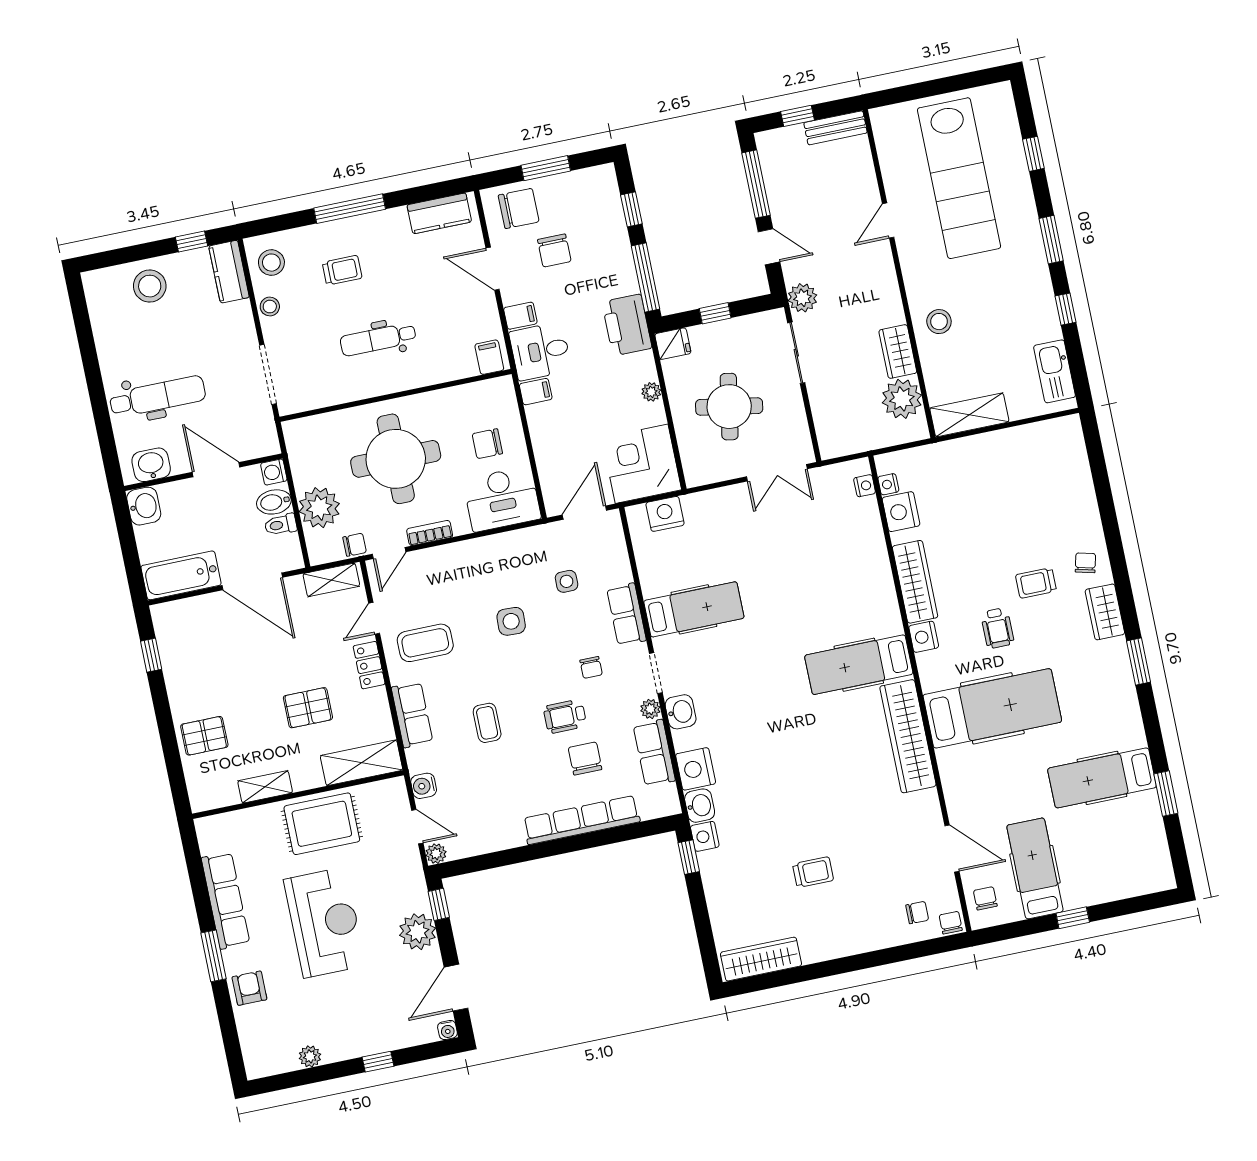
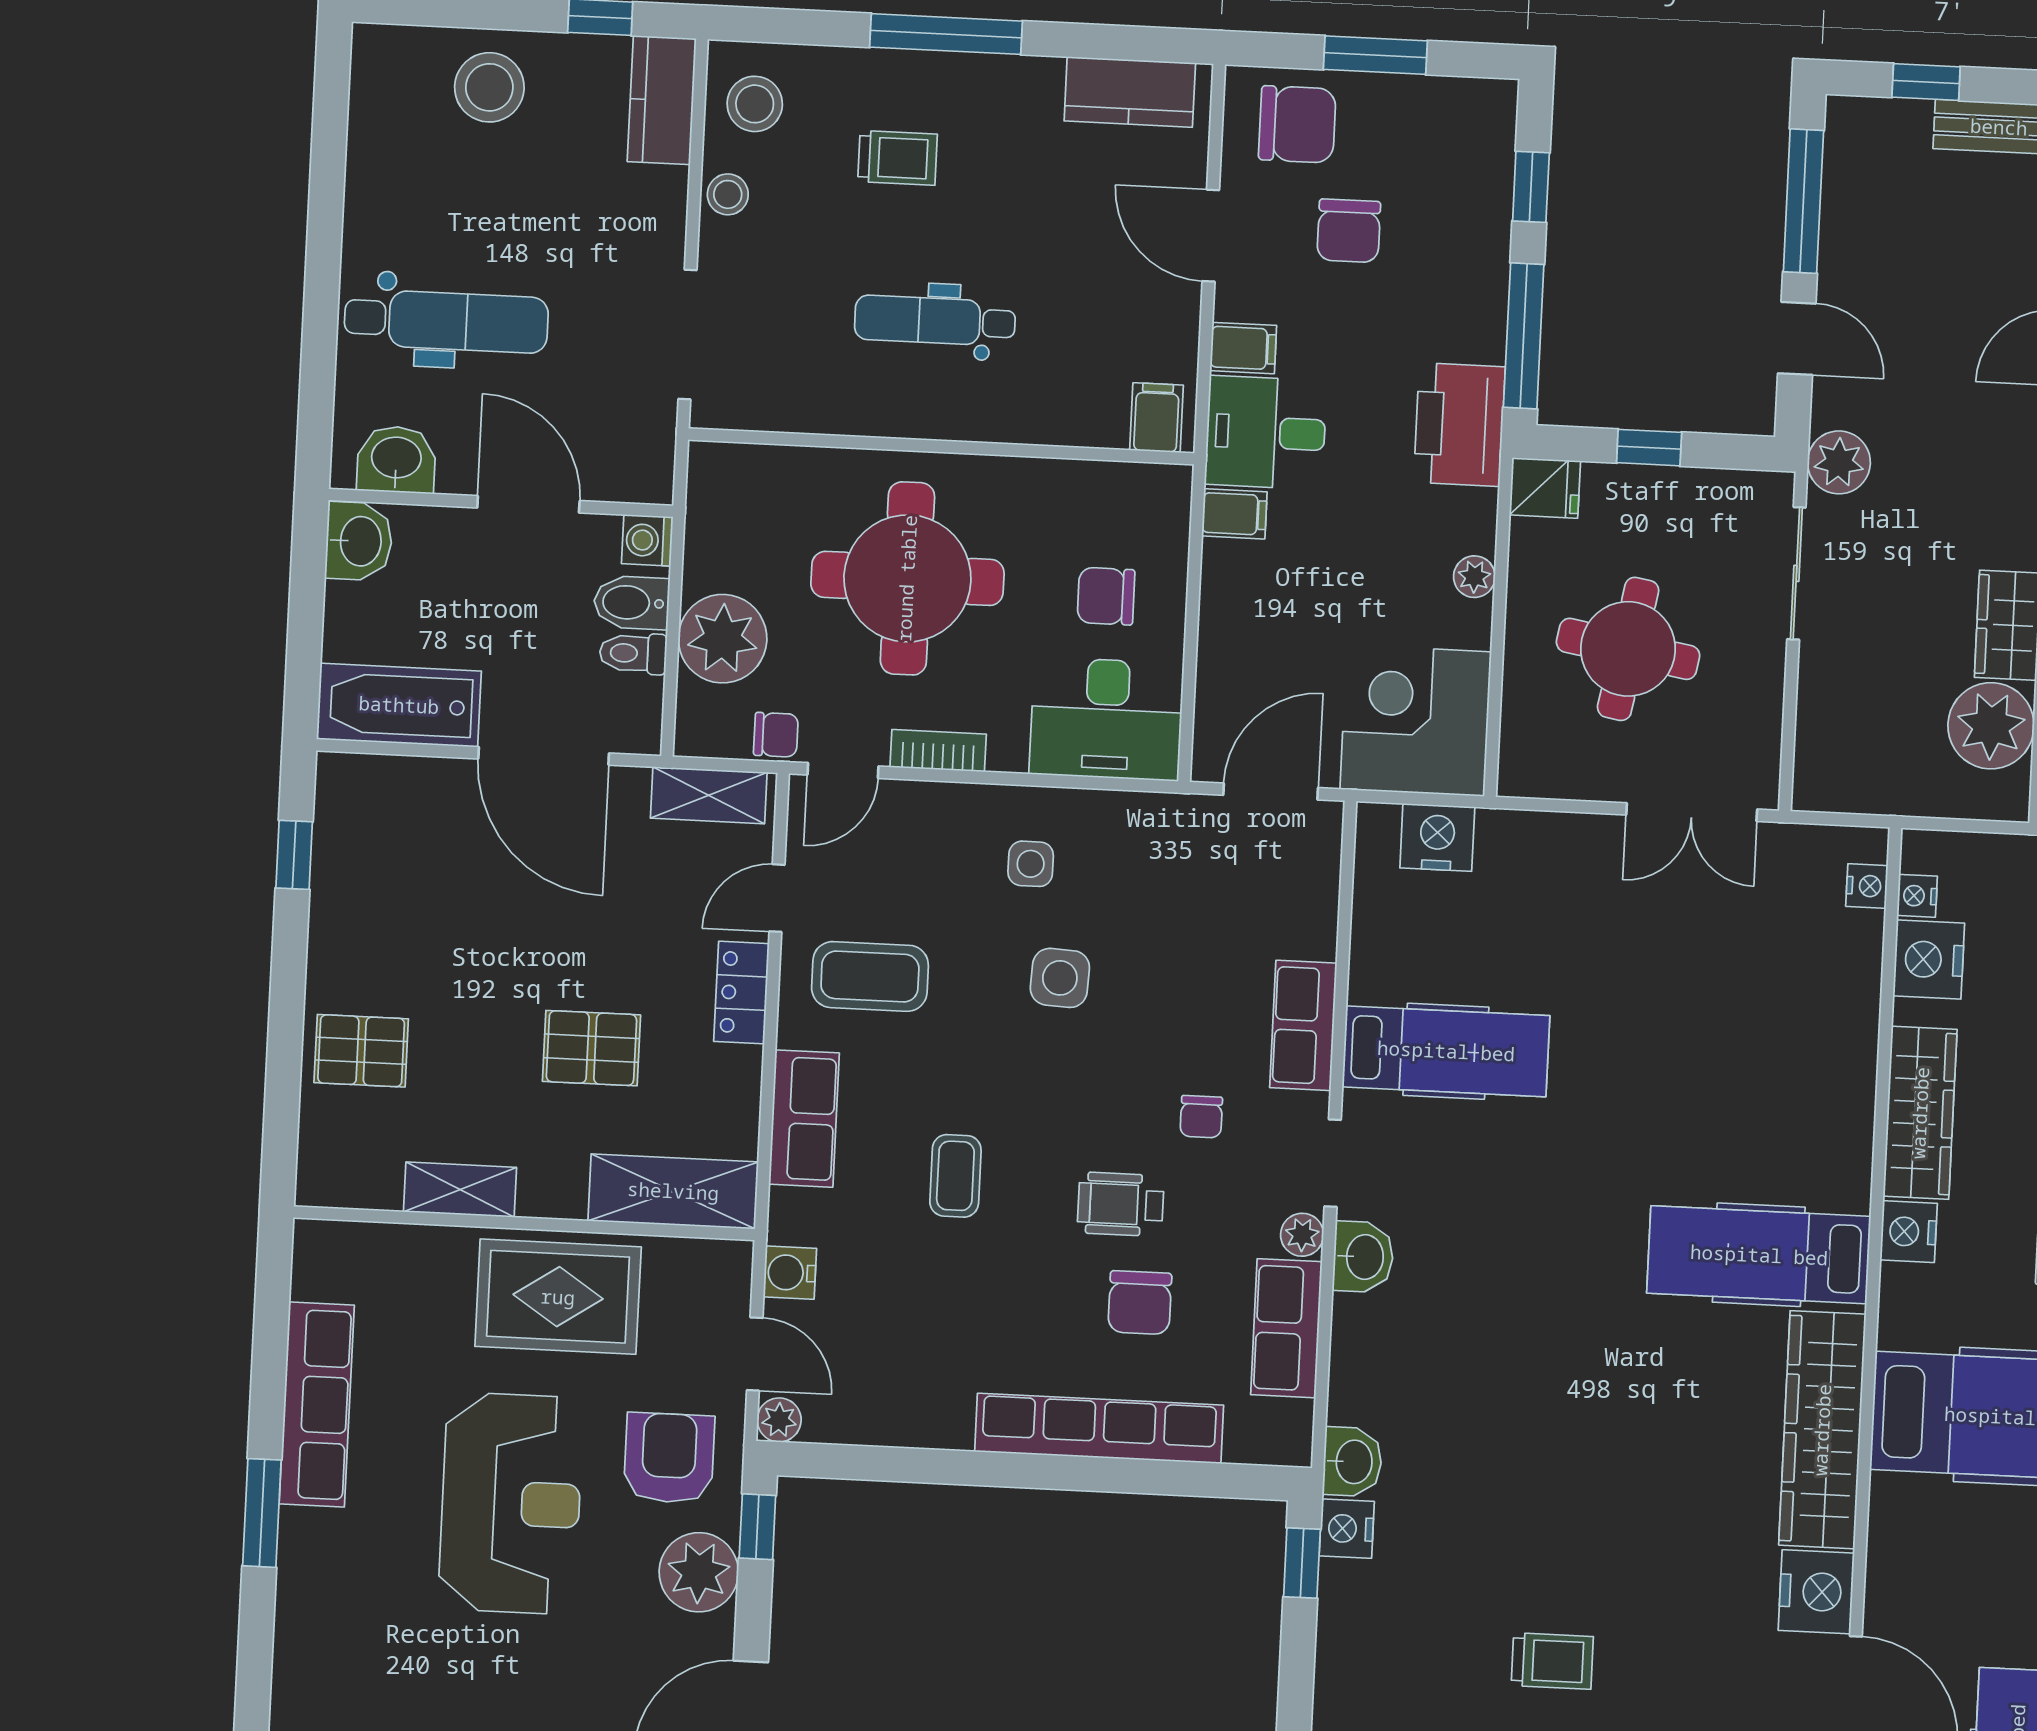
side table: (567, 581) -> (1031, 864), moved
chair: (585, 759) -> (1140, 1303), turned 180
nightstand: (696, 769) -> (1816, 1592), moved, turned 180
armchair: (249, 988) -> (669, 1458), moved, width x1.38, depth x1.38

